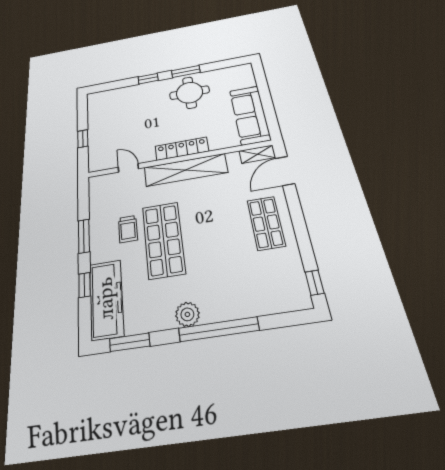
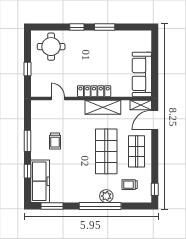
round table: (189, 93) -> (51, 47), moved
shelving: (186, 170) -> (103, 107), width x0.68
shop shelf: (163, 240) -> (106, 151), moved
trolley: (266, 281) -> (130, 185), added
plant: (187, 314) -> (106, 196), moved

